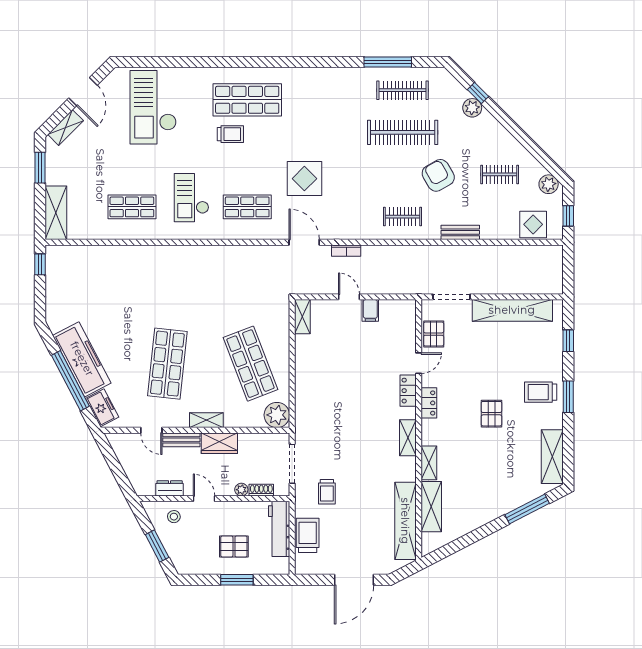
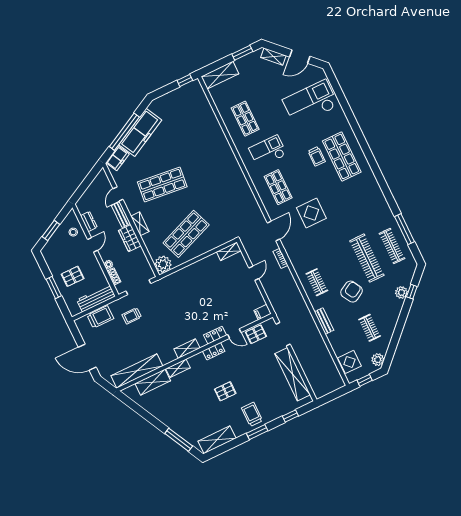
filing cabinet: (370, 310) -> (263, 312), moved
pallet: (234, 547) -> (73, 276), turned 90

